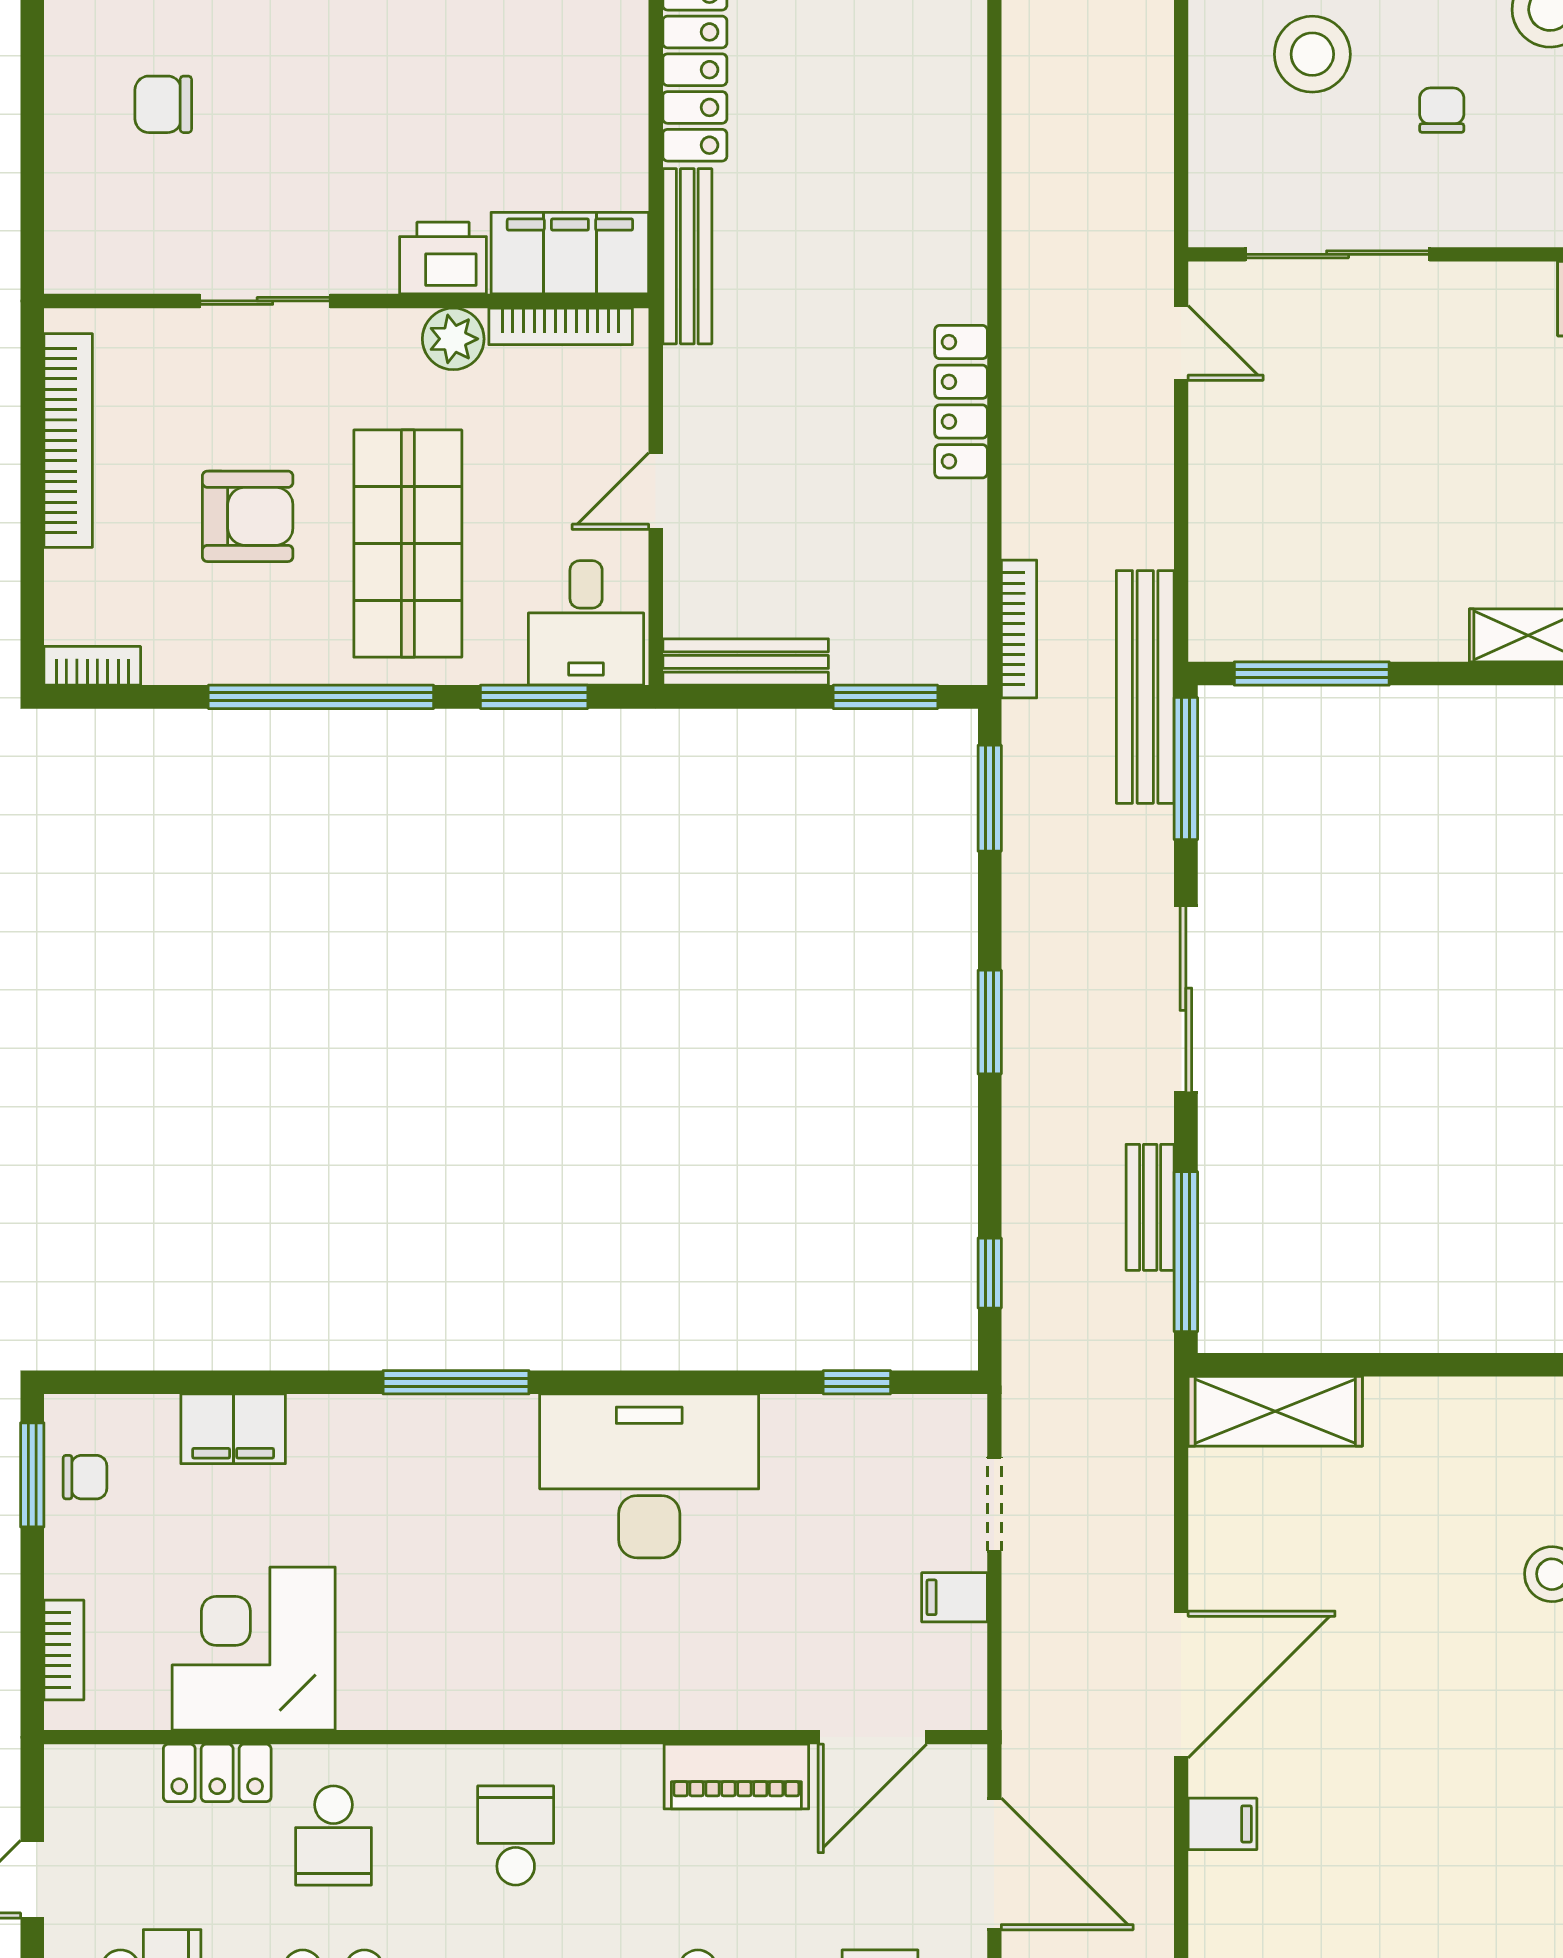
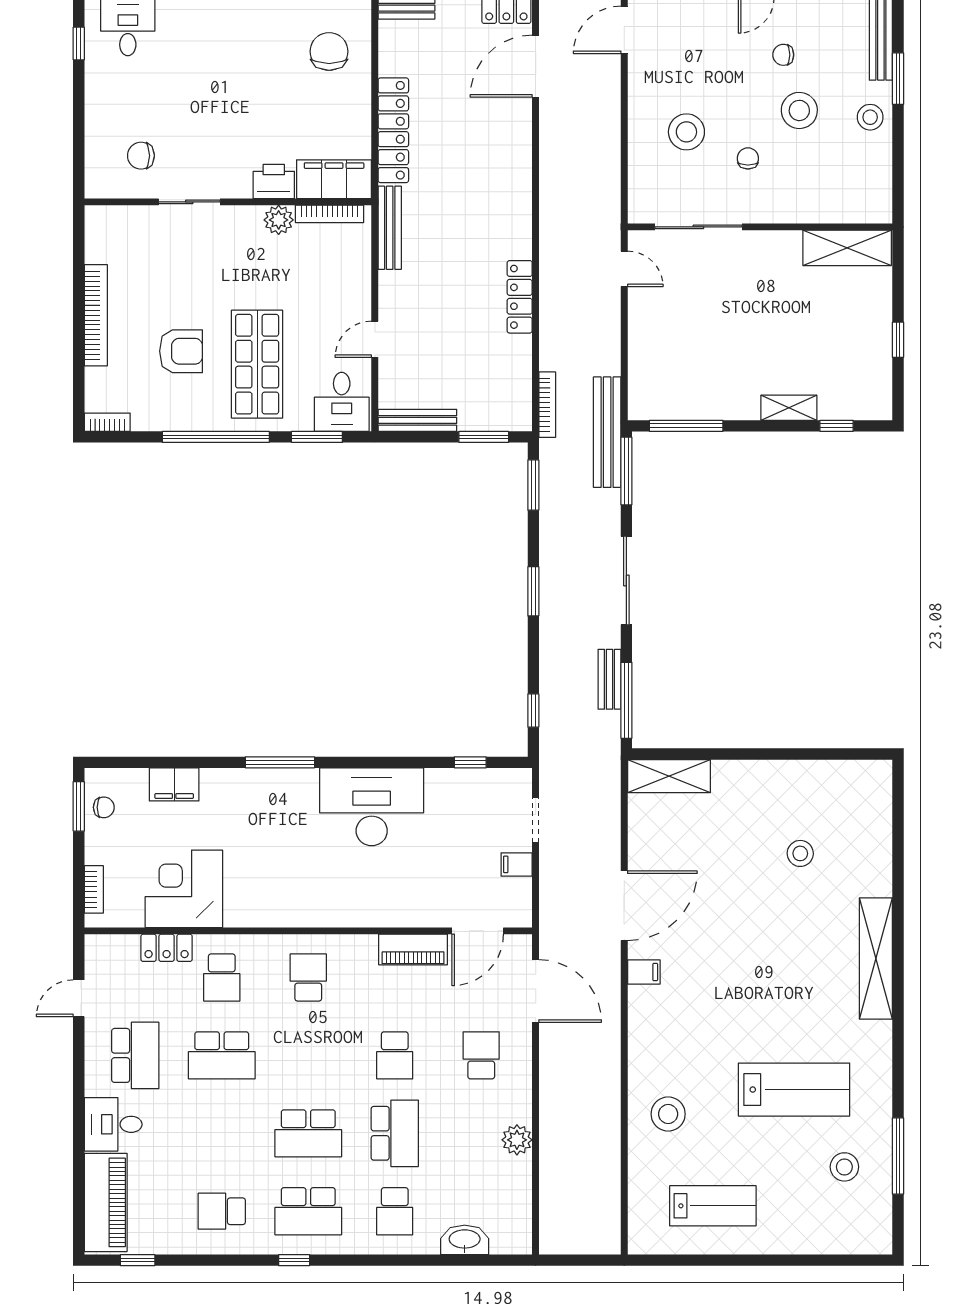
filing cabinet: (570, 253) -> (334, 179), moved
printer: (443, 258) -> (274, 182), moved
sliding door: (265, 301) -> (189, 202), moved
wall: (346, 301) -> (228, 202), moved
bookcase: (561, 326) -> (330, 214), moved
plant: (453, 339) -> (279, 220), moved

